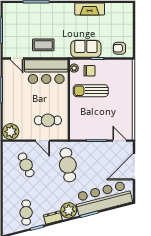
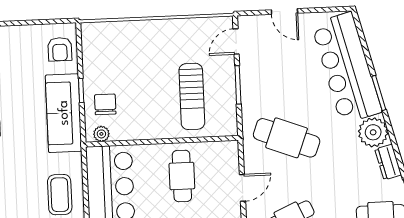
sofa: (86, 49) -> (64, 113), width x1.36
sun lounger: (91, 91) -> (192, 96), moved
cafe table: (48, 120) -> (182, 176), moved
cafe table: (68, 165) -> (287, 138), turned 30
door: (134, 167) -> (284, 11), width x0.53

